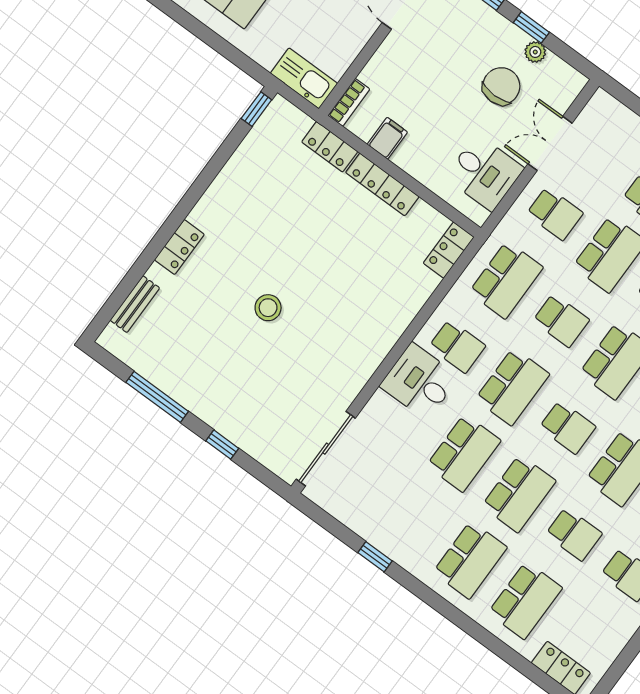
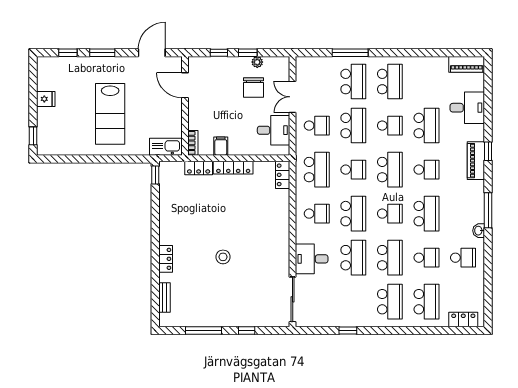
chair: (501, 86) -> (253, 88), turned 180
desk: (419, 381) -> (312, 259), moved

